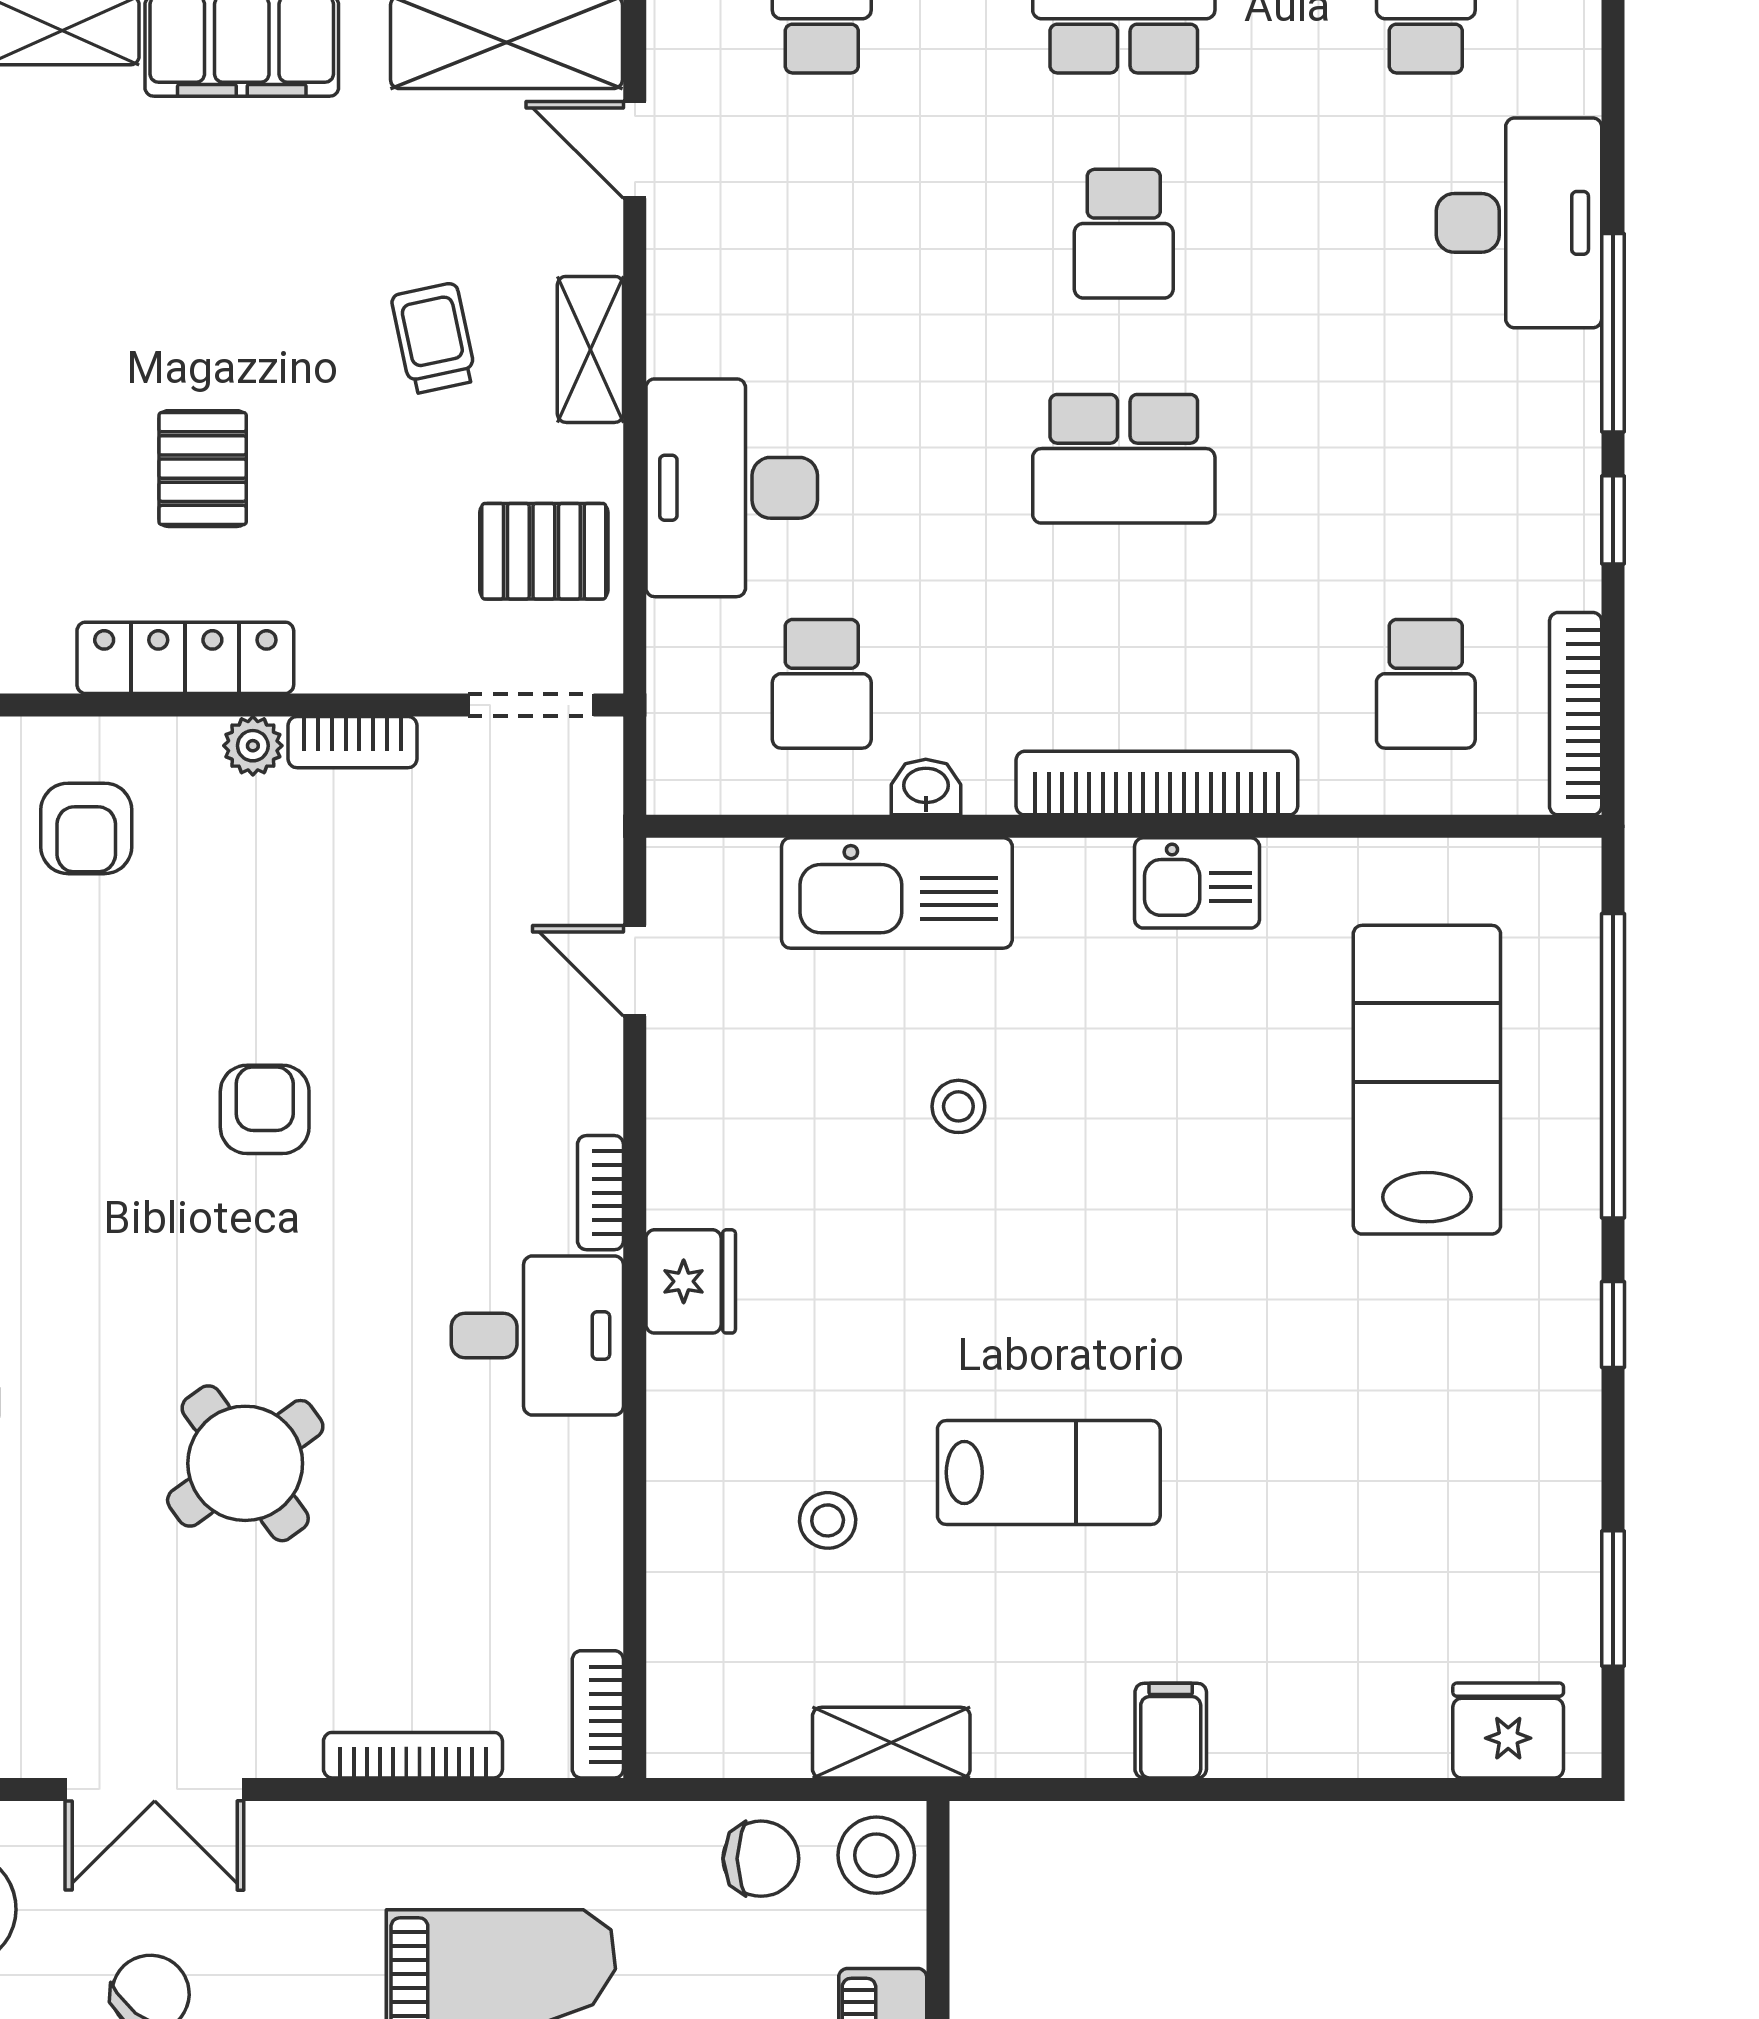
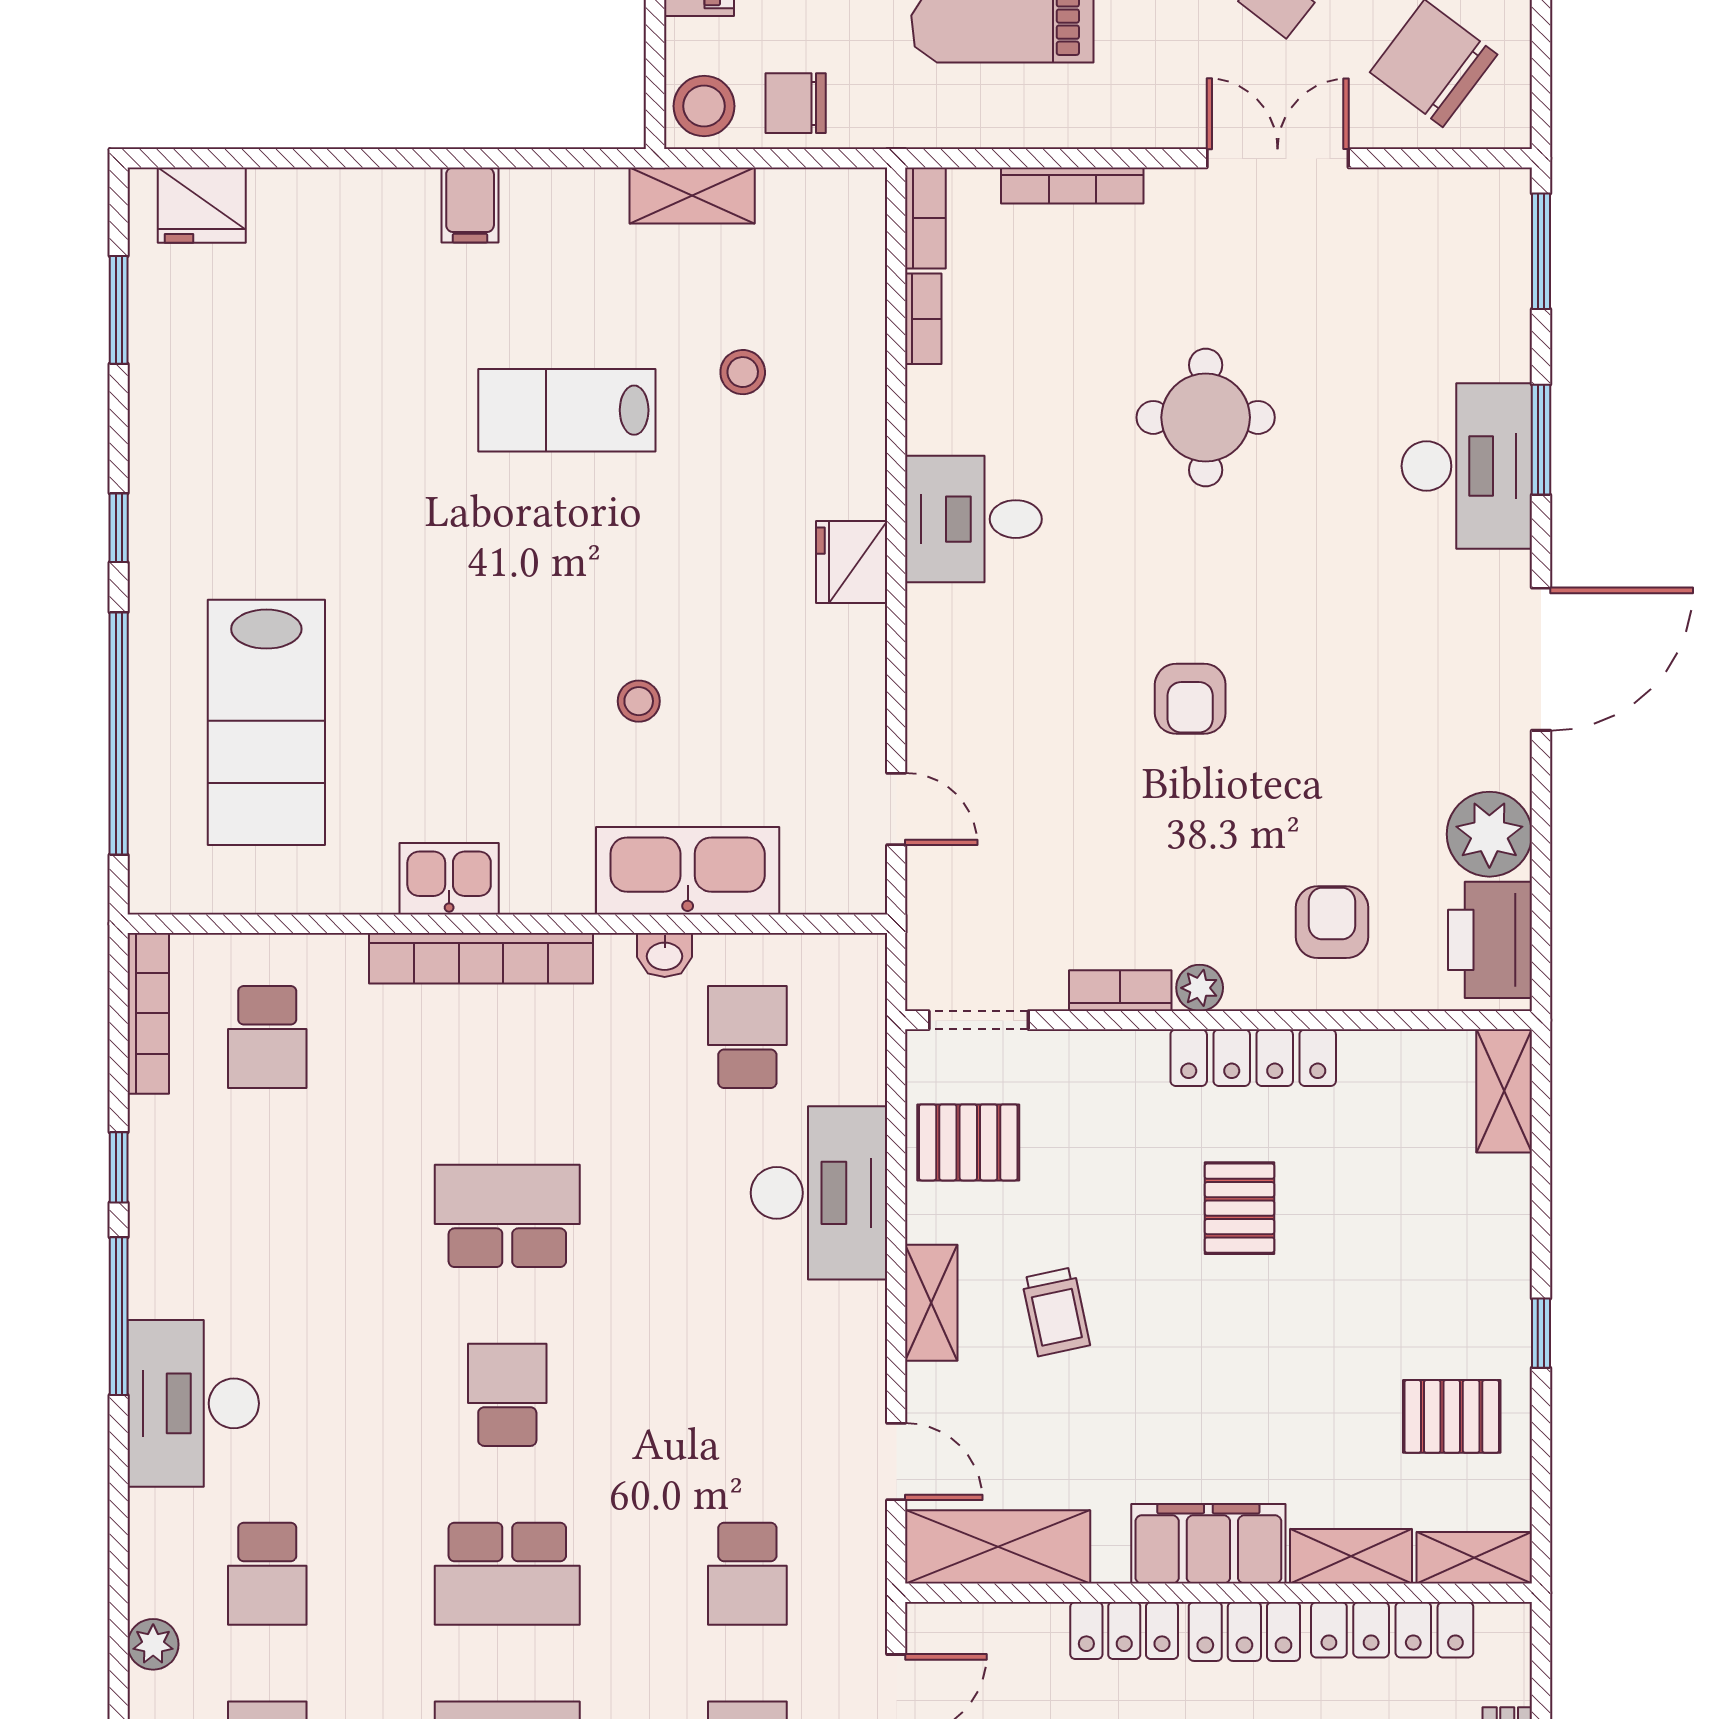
school desk: (1426, 684) -> (267, 1037), turned 180
bookcase: (600, 1193) -> (923, 319), moved
round table: (245, 1463) -> (1206, 417), turned 36

